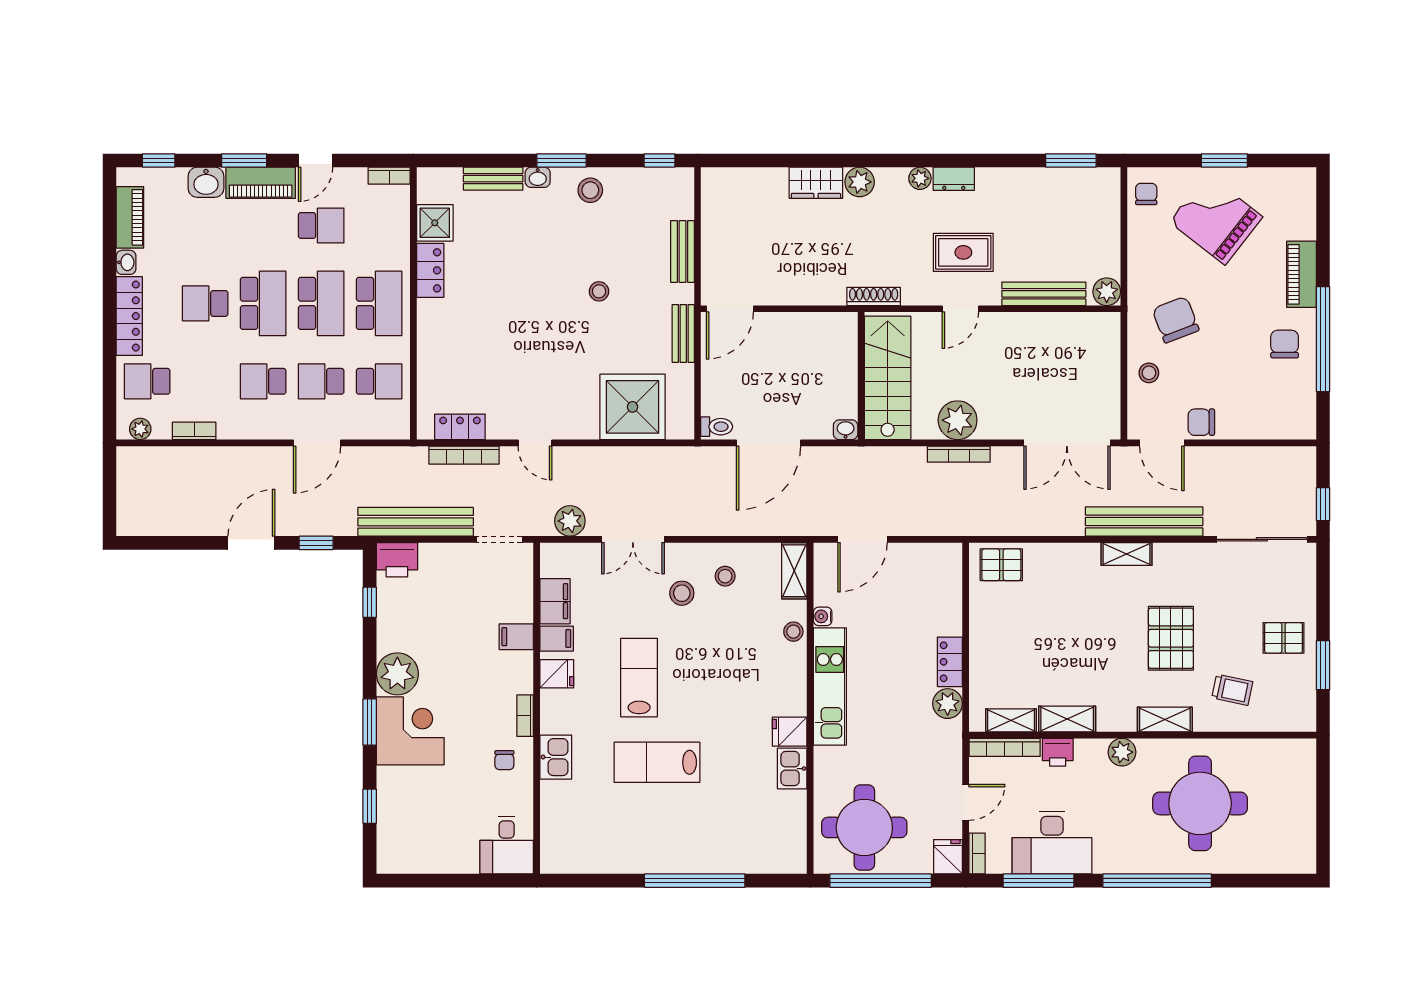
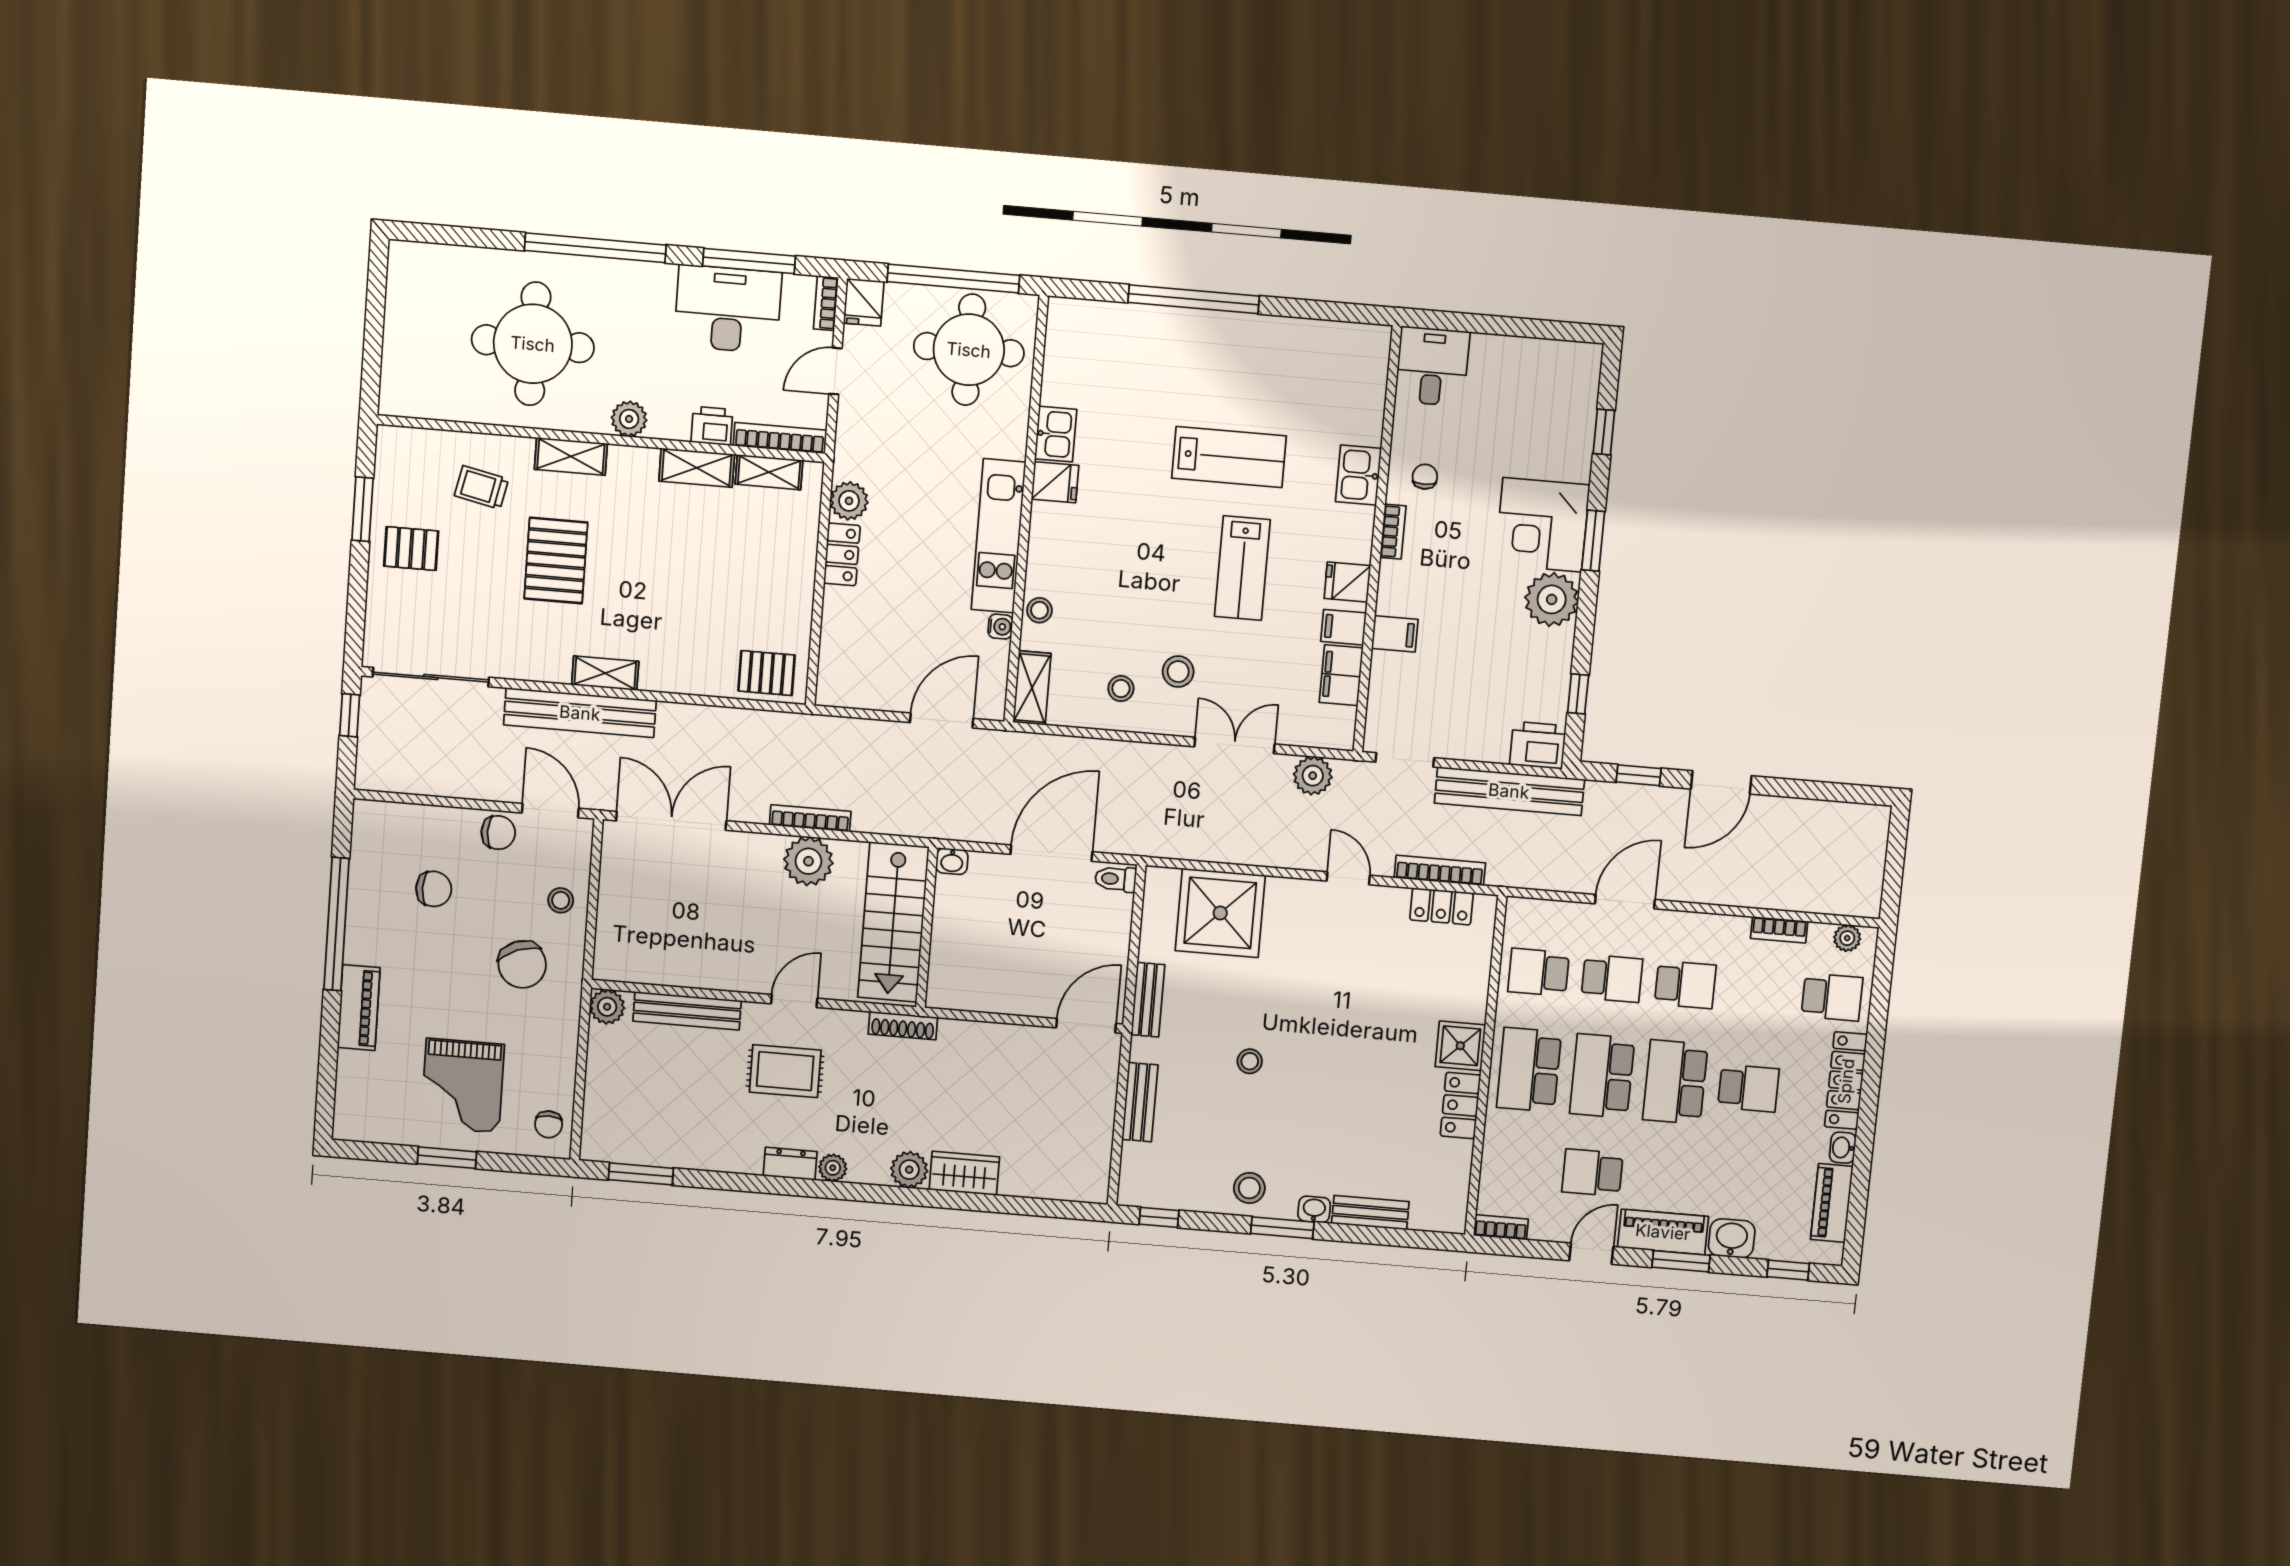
grand piano: (1216, 219) -> (463, 1086), turned 52
shower: (435, 223) -> (1460, 1046), moved
chair: (1285, 344) -> (434, 889), moved, turned -90

